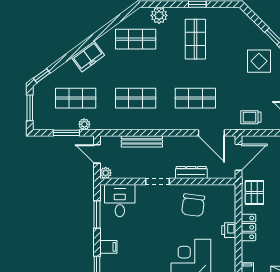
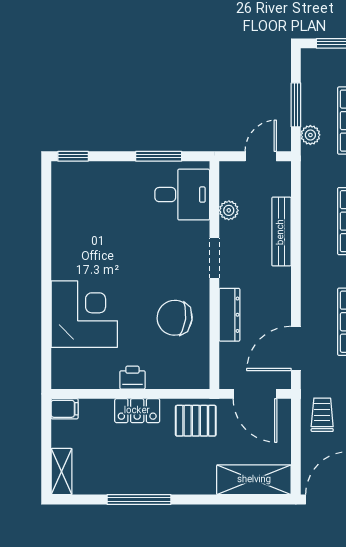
plant: (106, 173) -> (229, 210), moved
filing cabinet: (108, 247) -> (104, 175), removed

